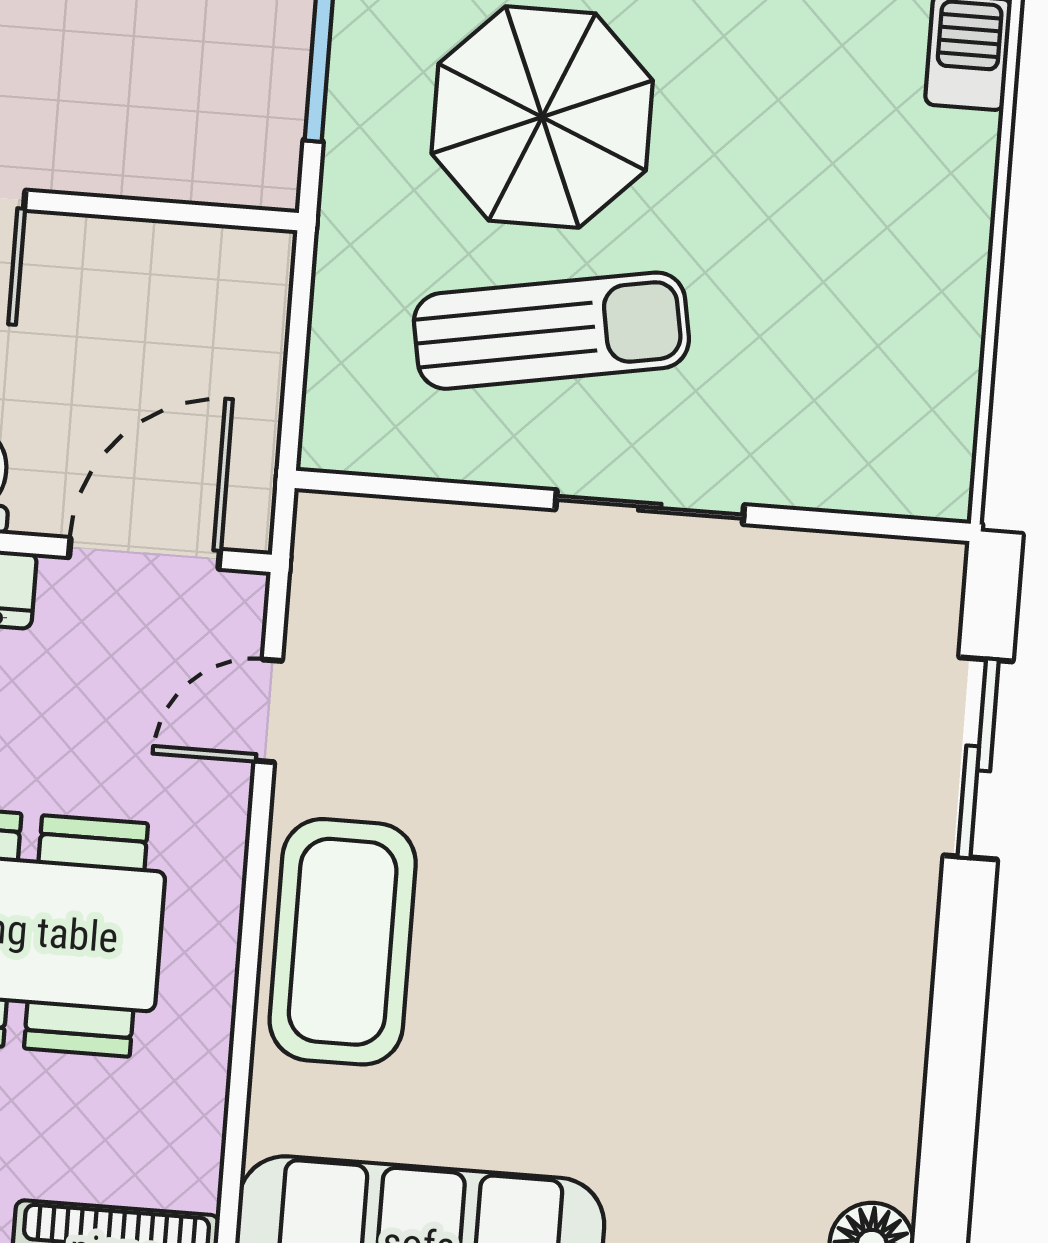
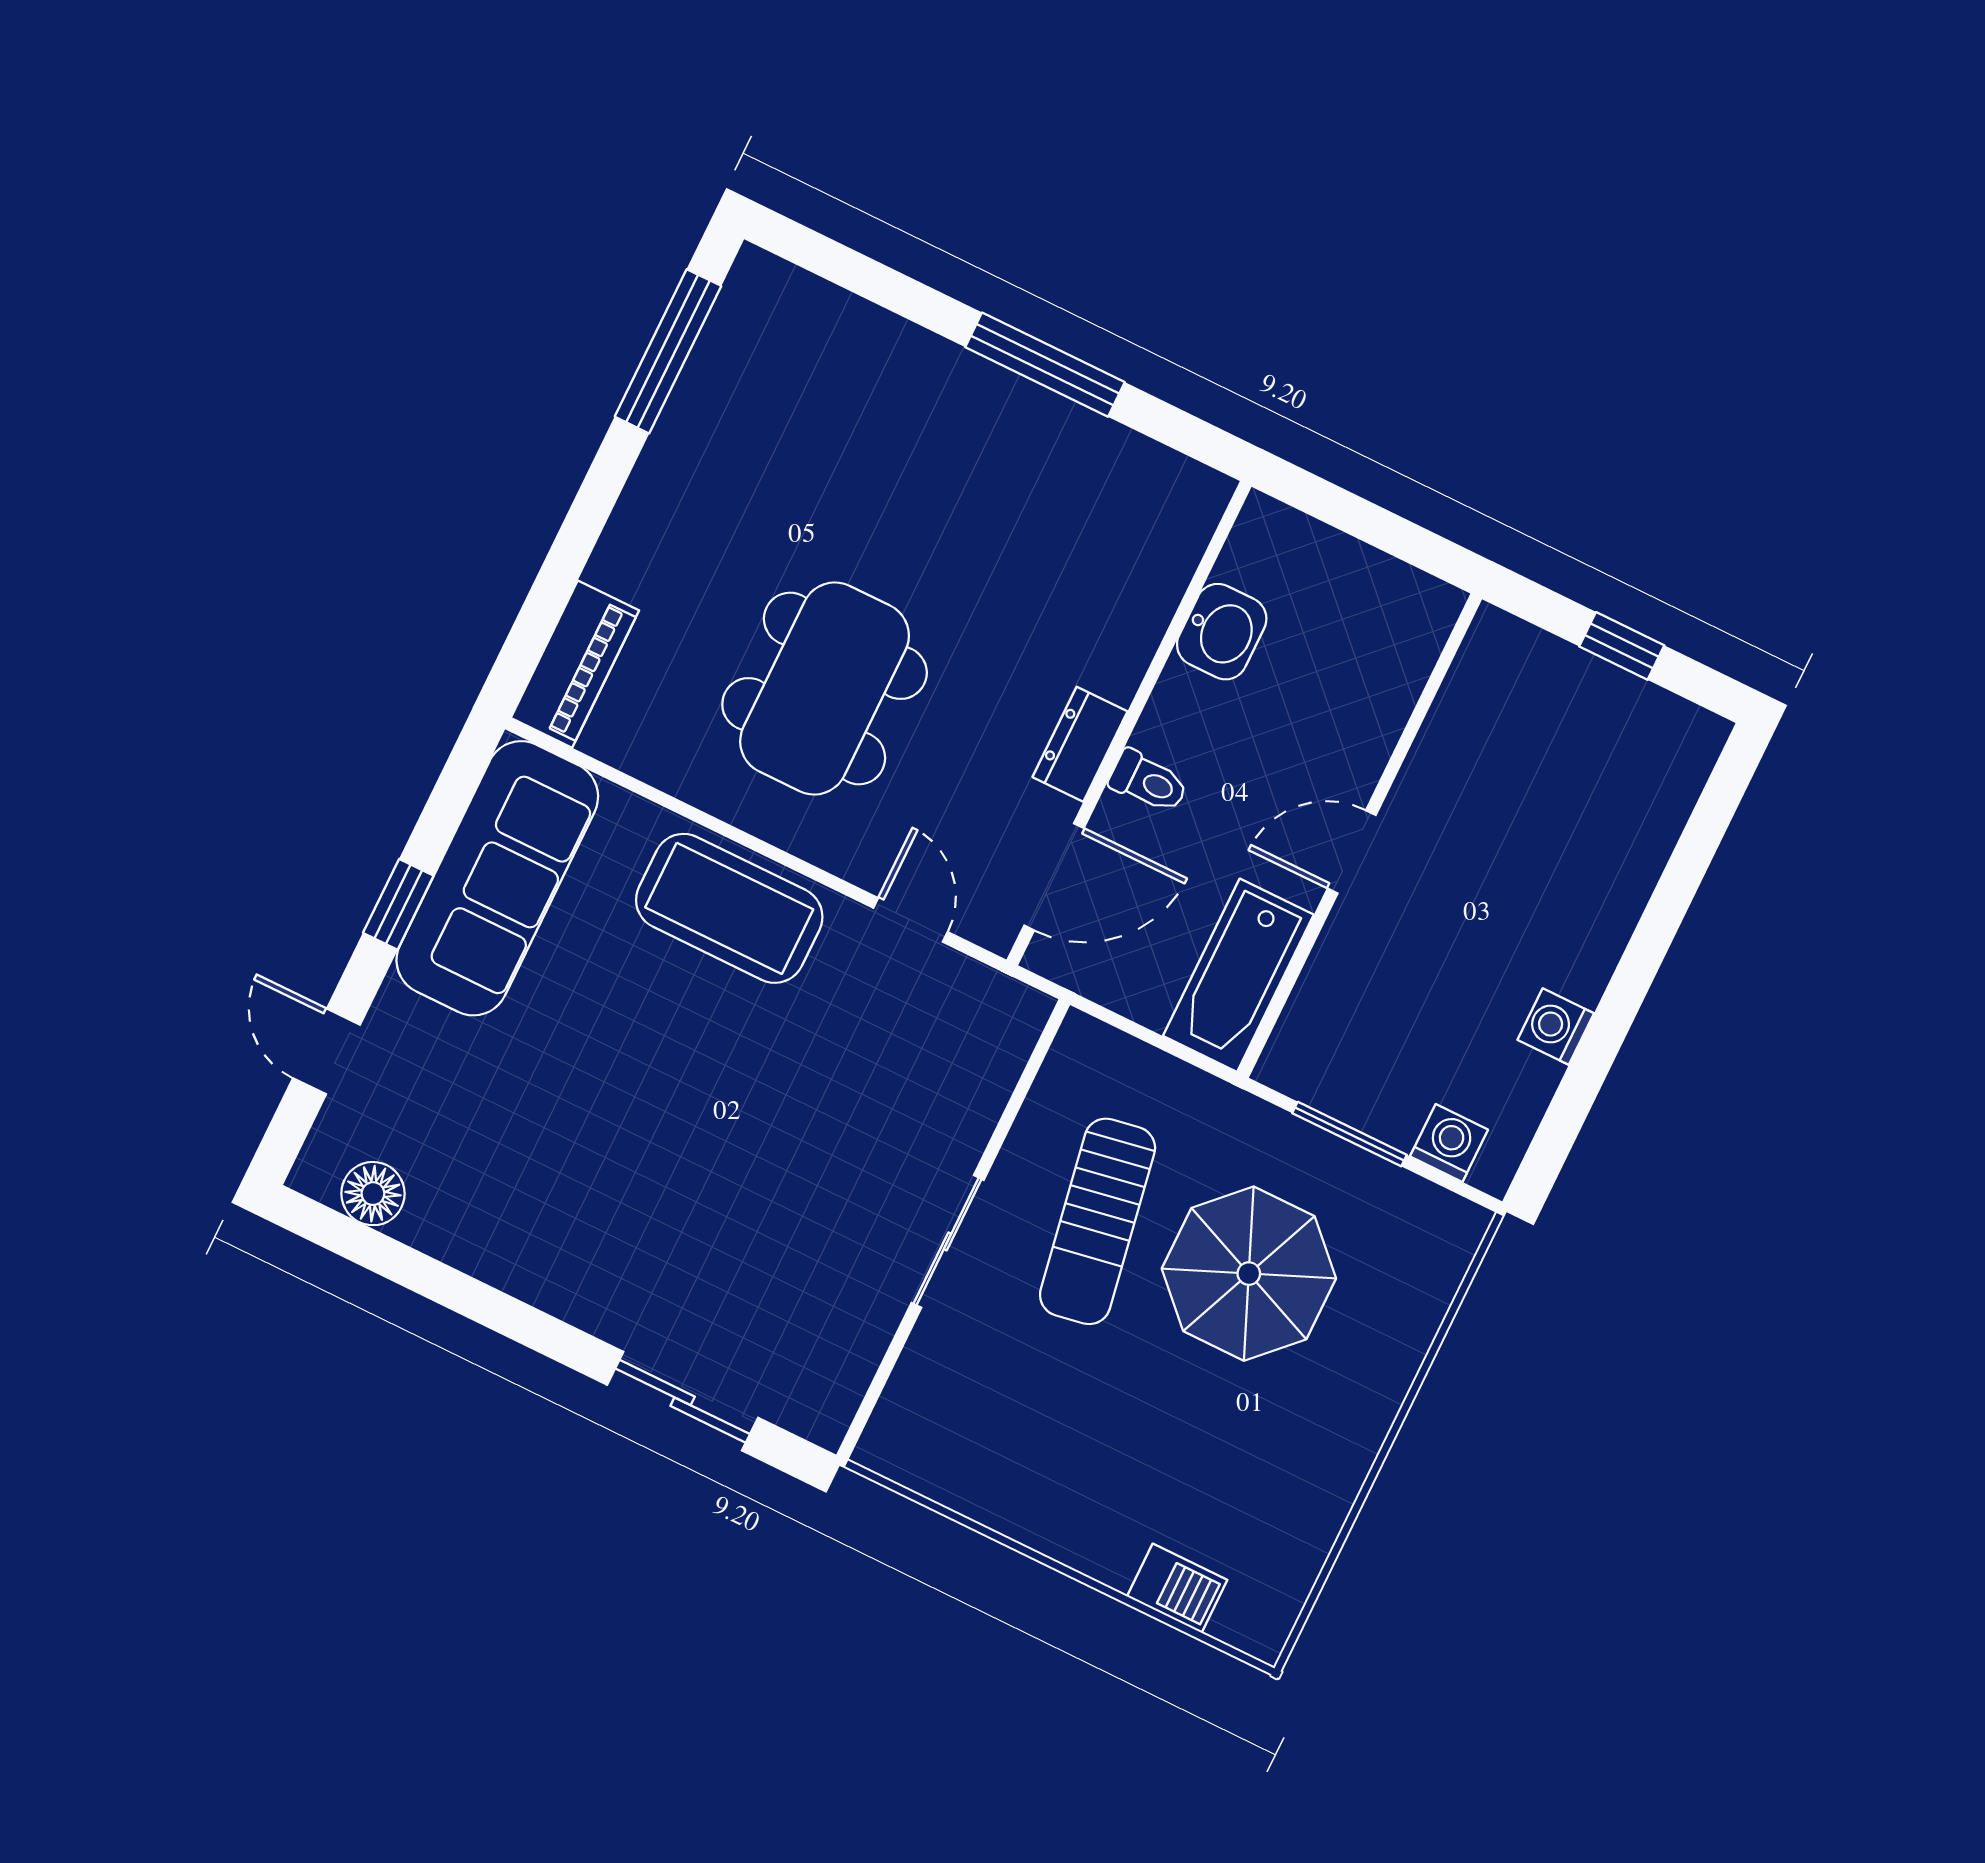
bathtub: (177, 276) -> (1238, 975), added
door: (144, 553) -> (1054, 877), hinge flipped

